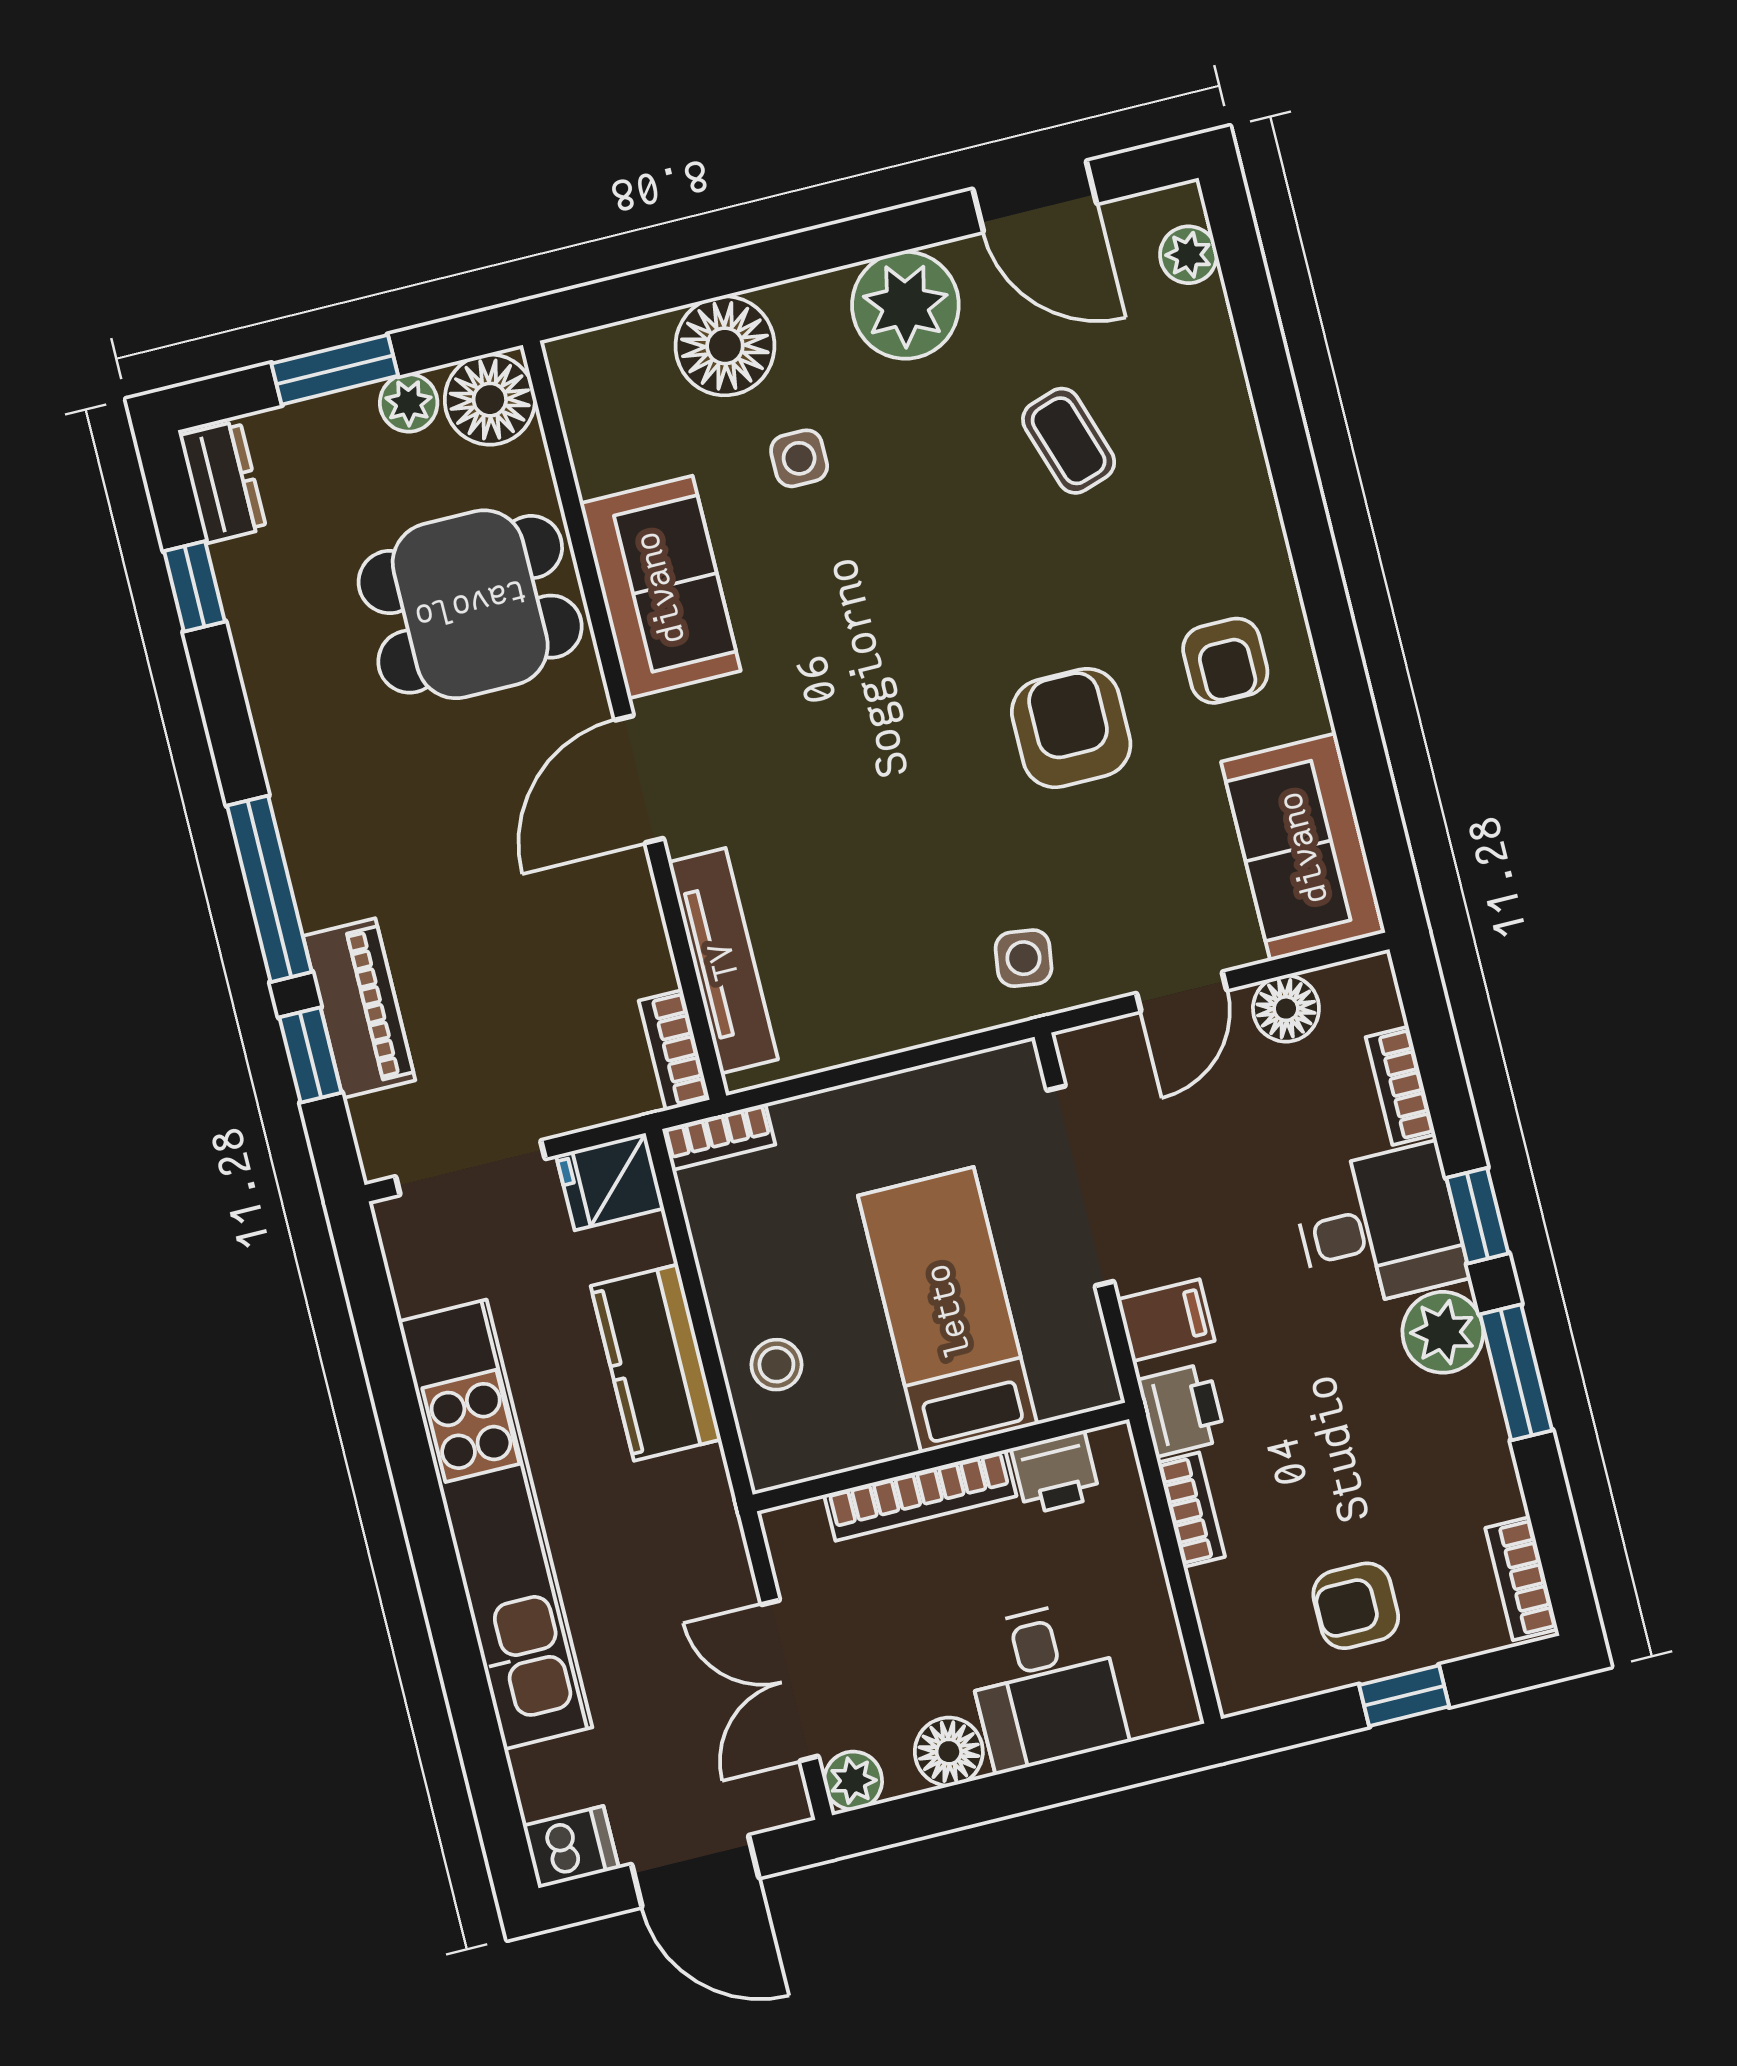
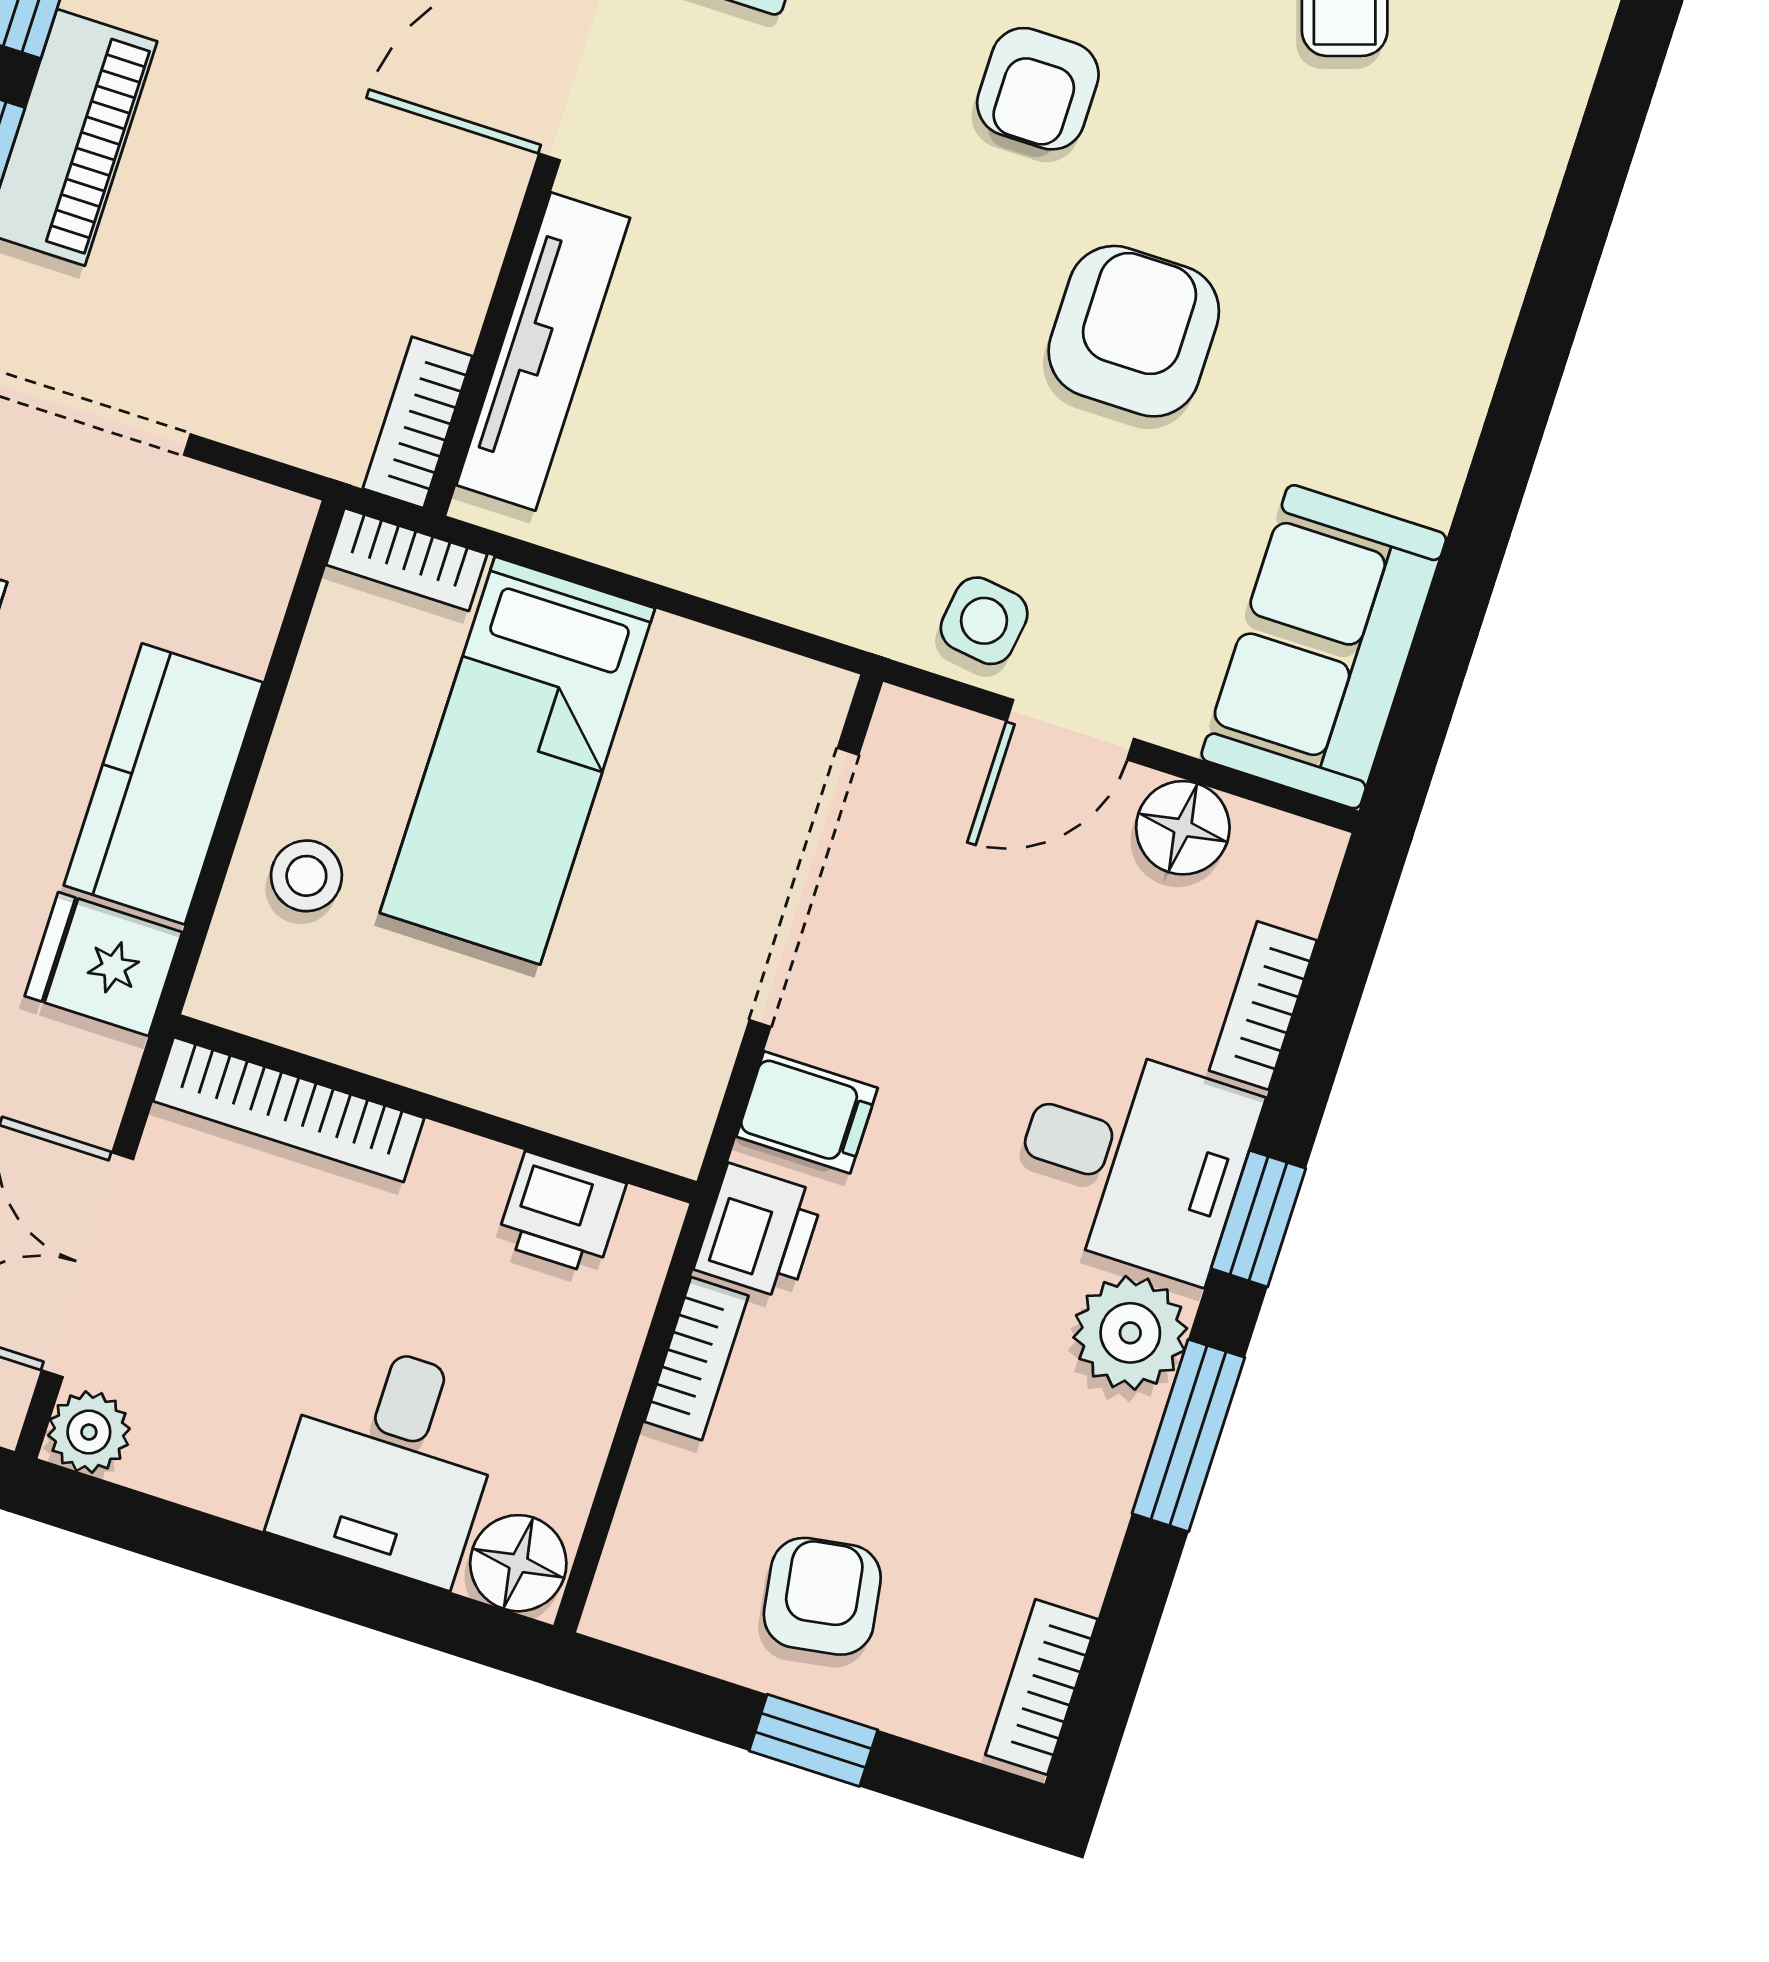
armchair: (1225, 661) -> (1038, 89), moved
side table: (1024, 958) -> (984, 621), moved
fridge: (610, 1182) -> (103, 964), moved
bed: (948, 1310) -> (517, 761), moved, turned 180
bookcase: (920, 1495) -> (289, 1110), moved
armchair: (1356, 1606) -> (822, 1596), turned 81
floor lamp: (949, 1752) -> (518, 1563), moved

